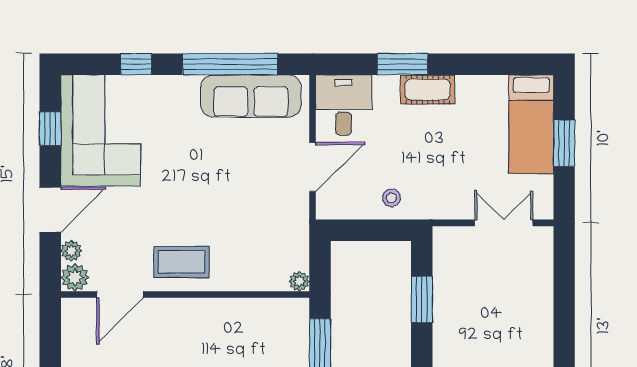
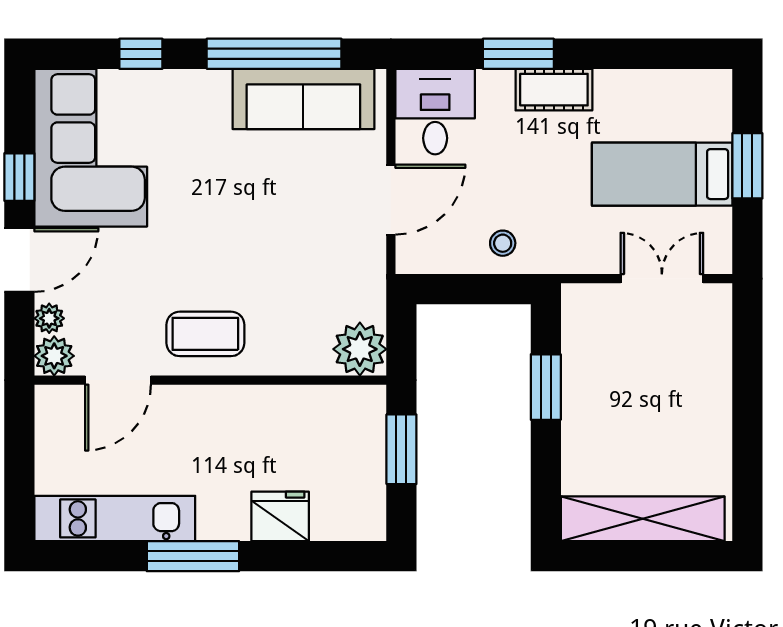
bed: (531, 124) -> (662, 174), moved, turned 90
window: (50, 129) -> (19, 177), moved
plant: (299, 281) -> (360, 349), width x1.88, depth x1.88

